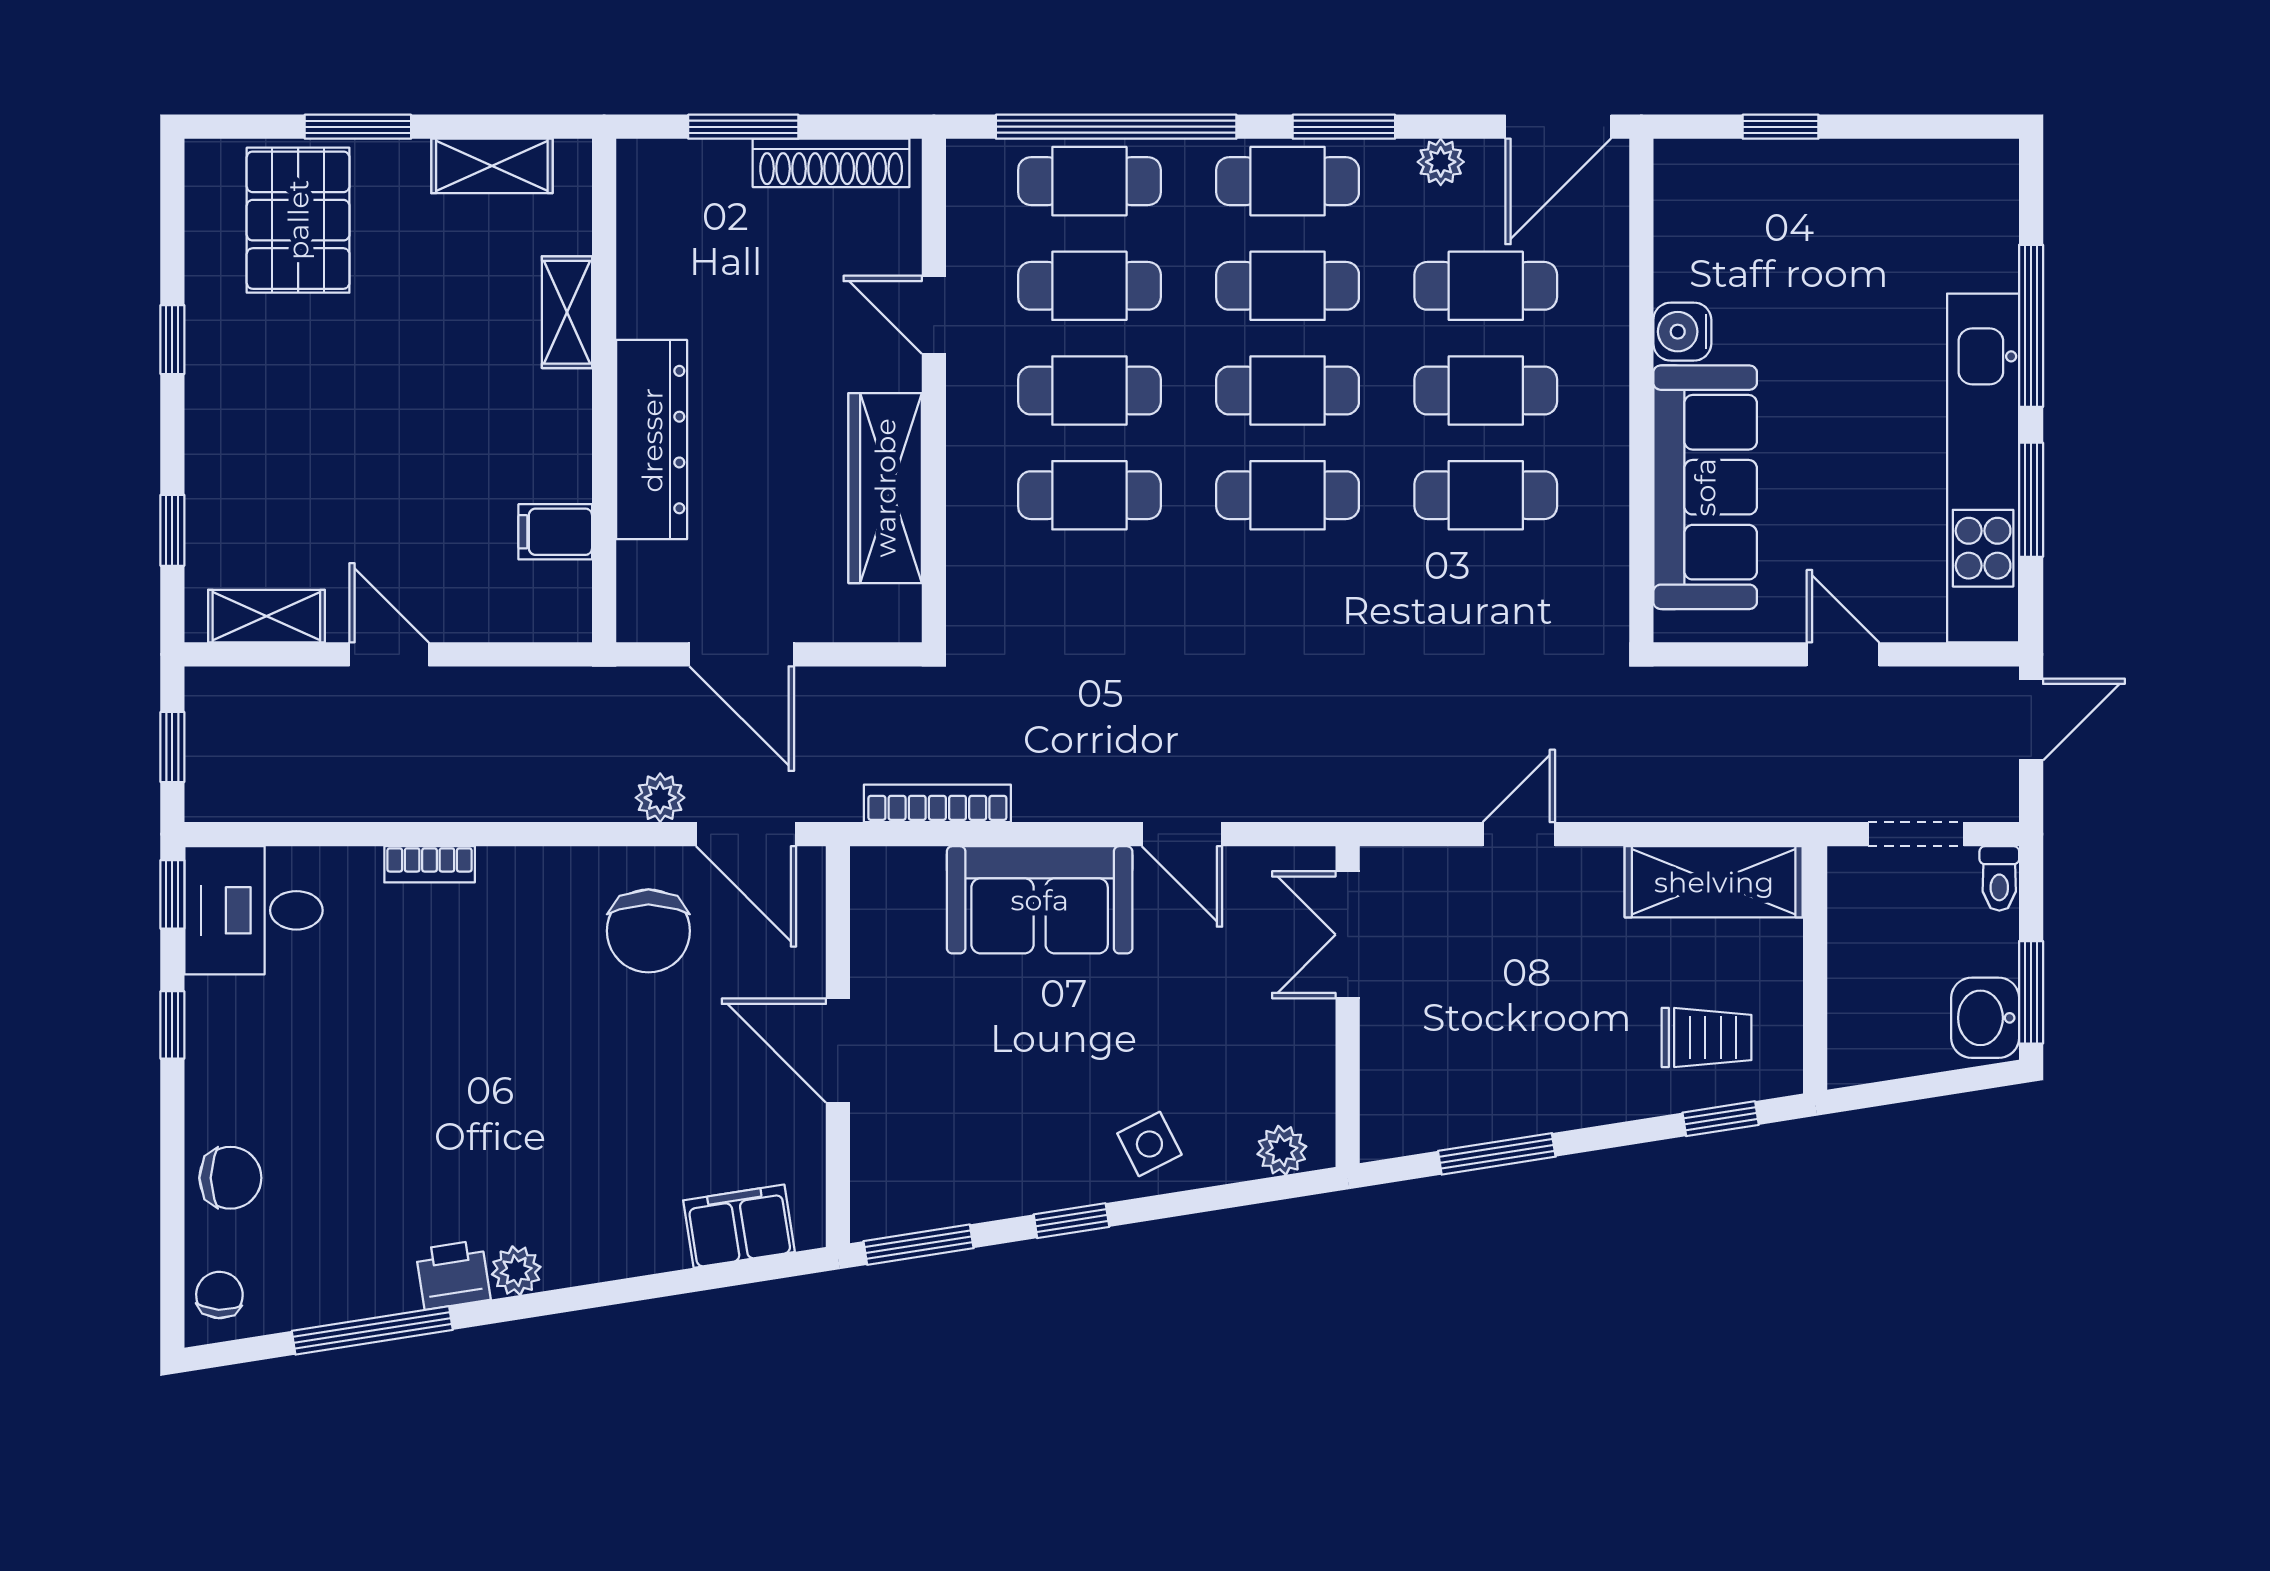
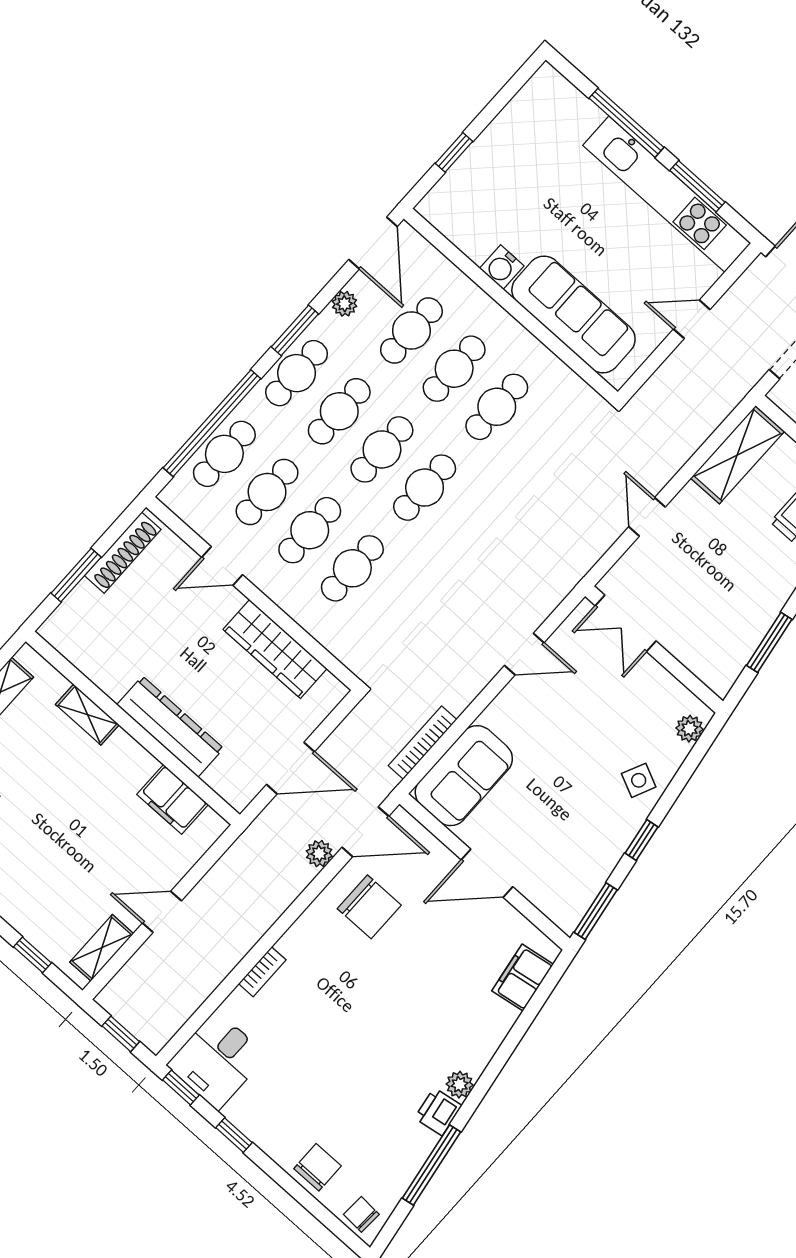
filing cabinet: (555, 532) -> (173, 799), width x2.00
sofa: (1040, 900) -> (464, 776), moved
side table: (1149, 1144) -> (639, 780), turned -38

